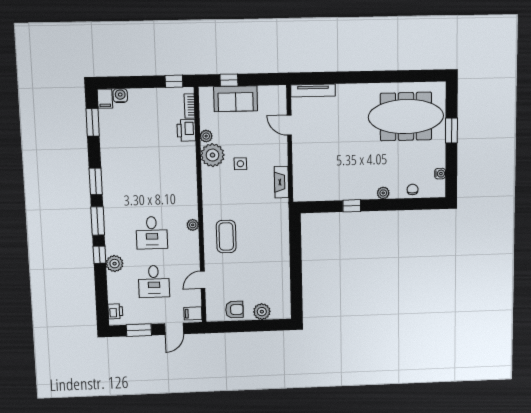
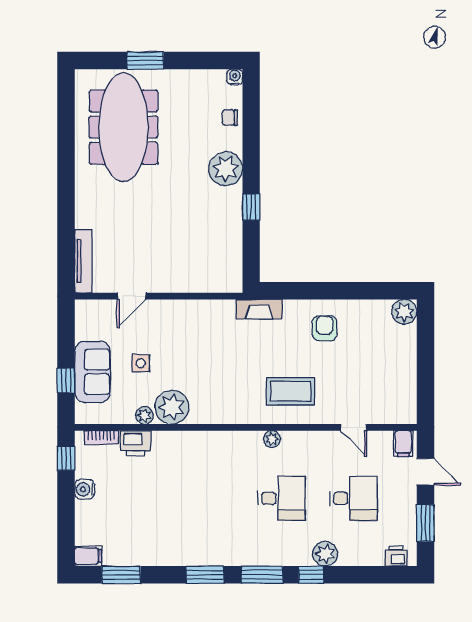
water cooler: (120, 96) -> (85, 489), moved
side table: (240, 164) -> (141, 363), moved
water cooler: (440, 174) -> (235, 77), moved
fireplace: (281, 182) -> (259, 309), moved
plant: (383, 193) -> (226, 169), width x1.87, depth x1.87
armchair: (234, 310) -> (325, 328), moved
plant: (262, 312) -> (404, 312), moved

